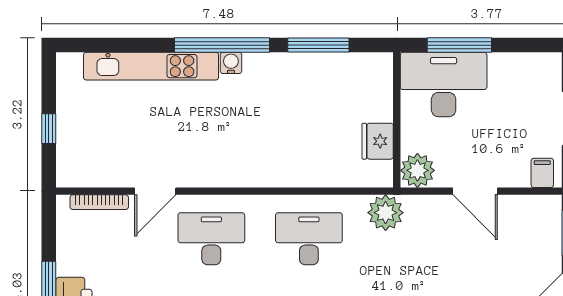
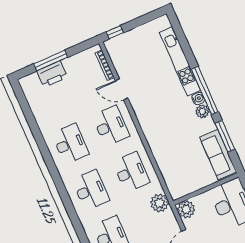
plant: (257, 65) -> (202, 111), added
sofa: (345, 71) -> (218, 155), added
window: (49, 129) -> (115, 32), moved
fridge: (378, 141) -> (192, 184), removed

